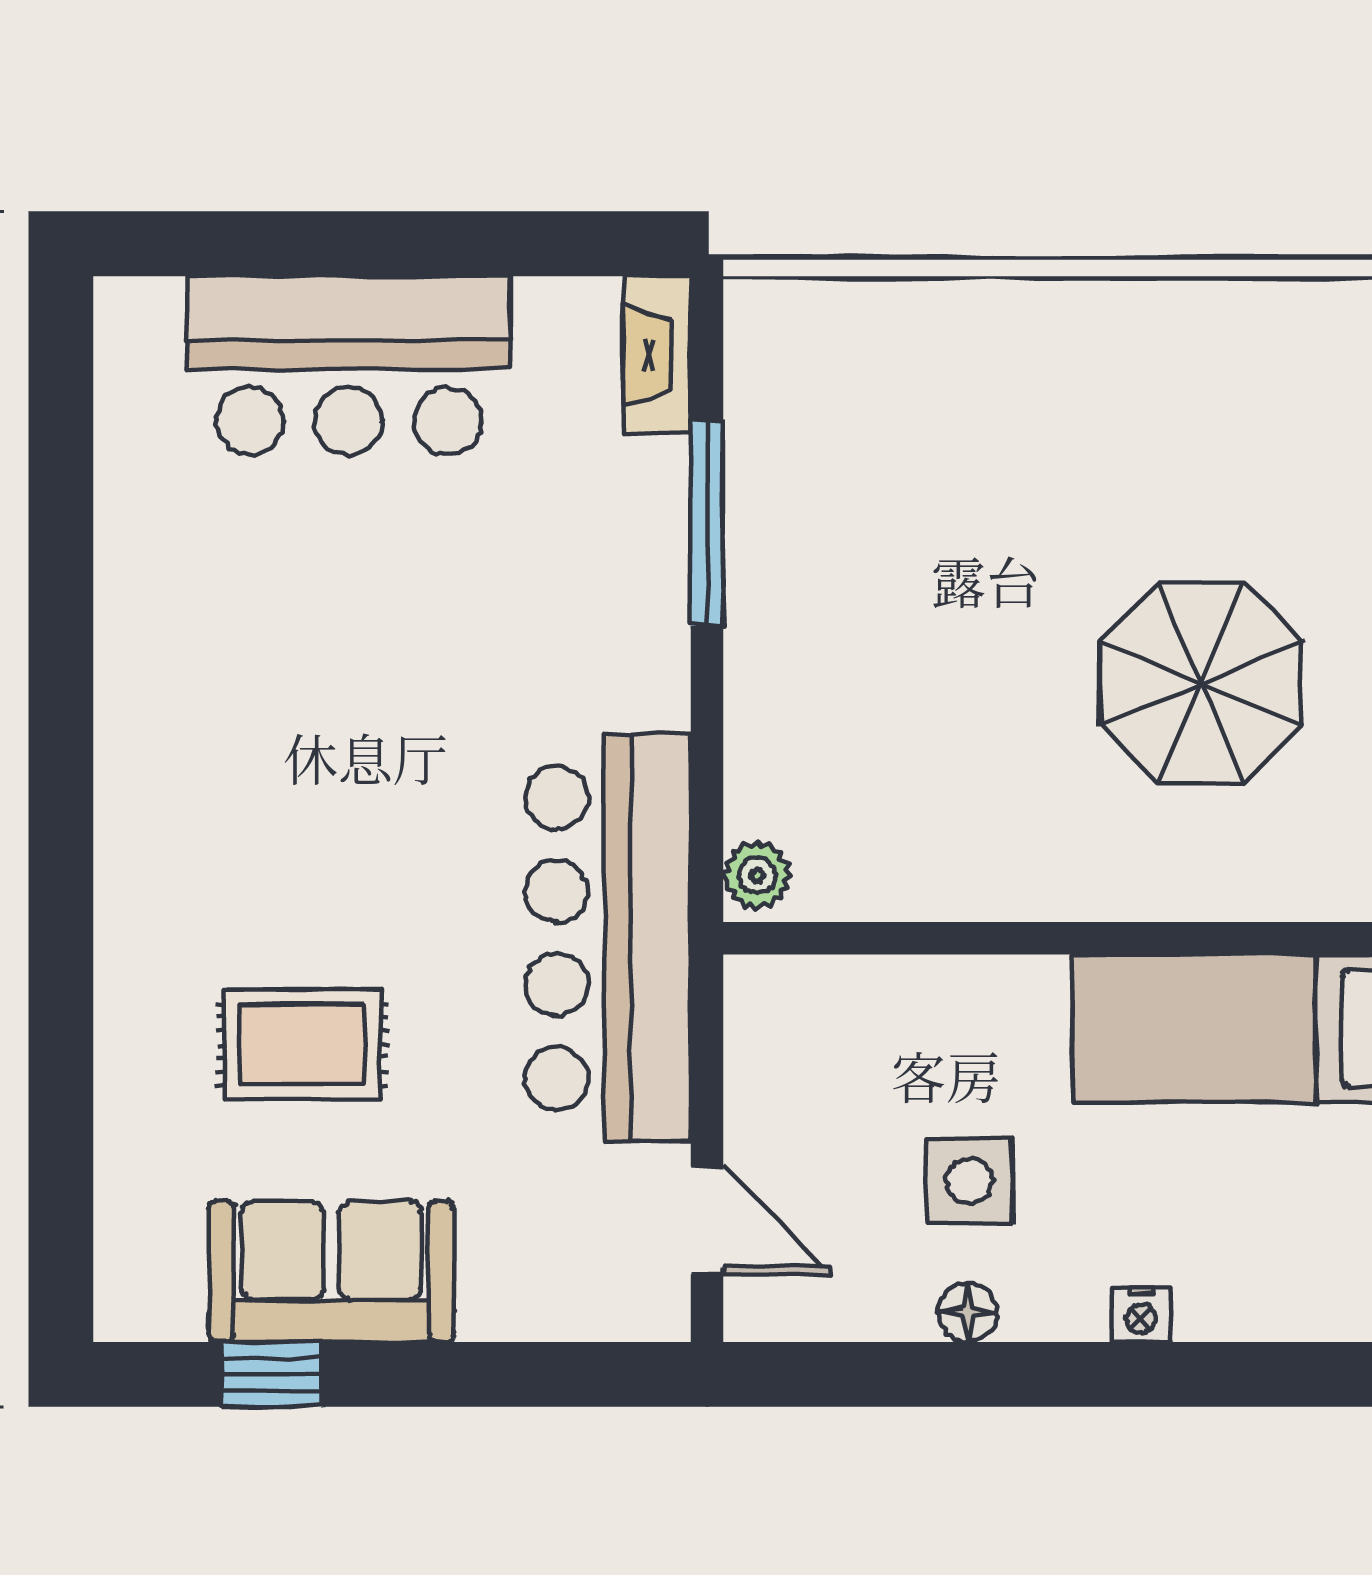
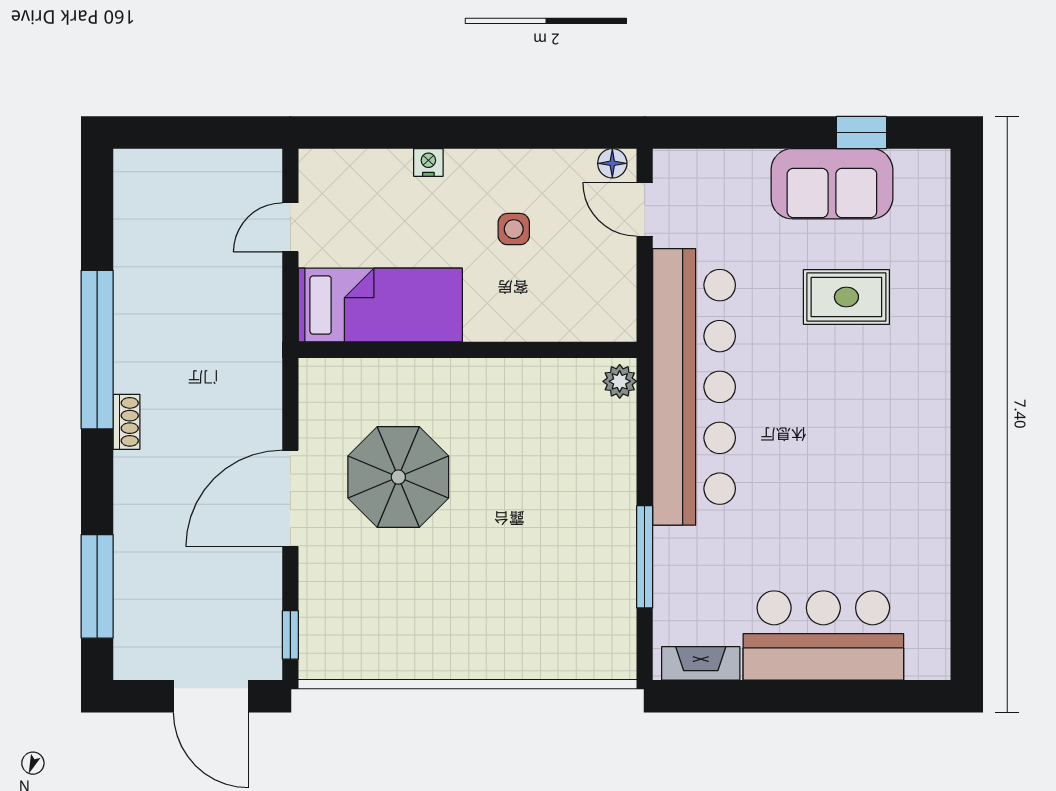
fireplace: (657, 354) -> (701, 663), moved, turned -90
bar counter: (608, 938) -> (694, 387), width x1.36
side table: (970, 1181) -> (514, 229), width x0.73, depth x0.73
floor lamp: (967, 1313) -> (612, 163), moved

